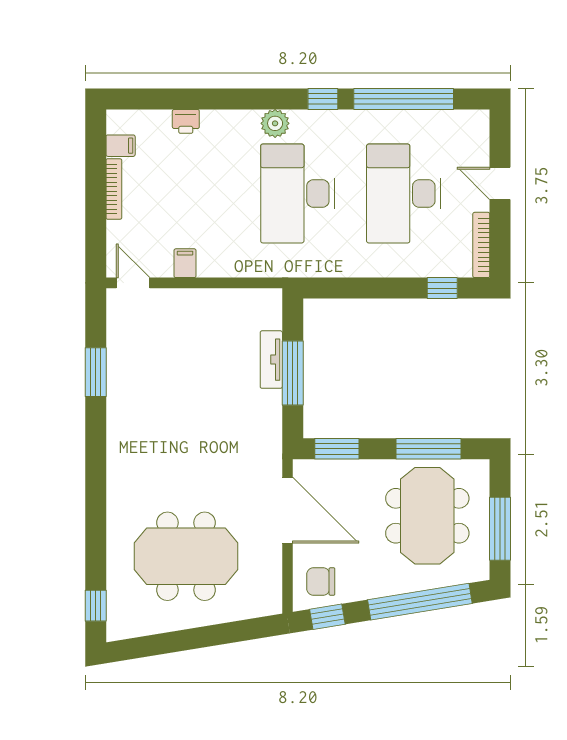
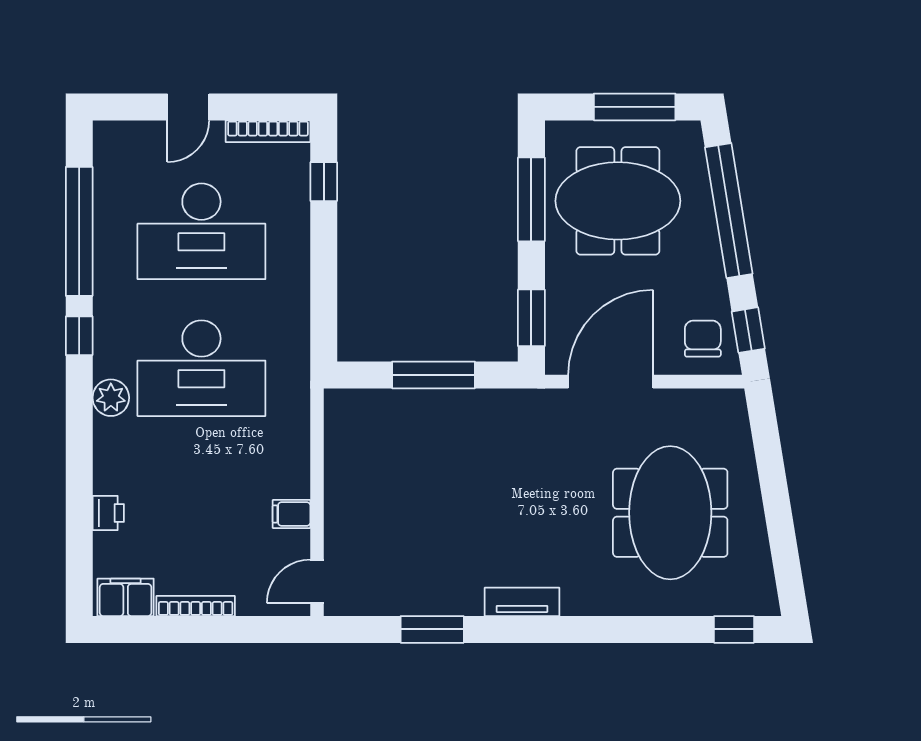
filing cabinet: (121, 146) -> (126, 597), width x2.00
tv unit: (271, 360) -> (522, 602), moved, turned 180
chair: (321, 581) -> (703, 339), turned 180

